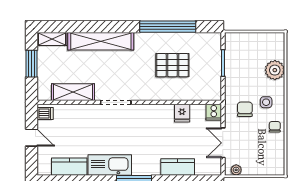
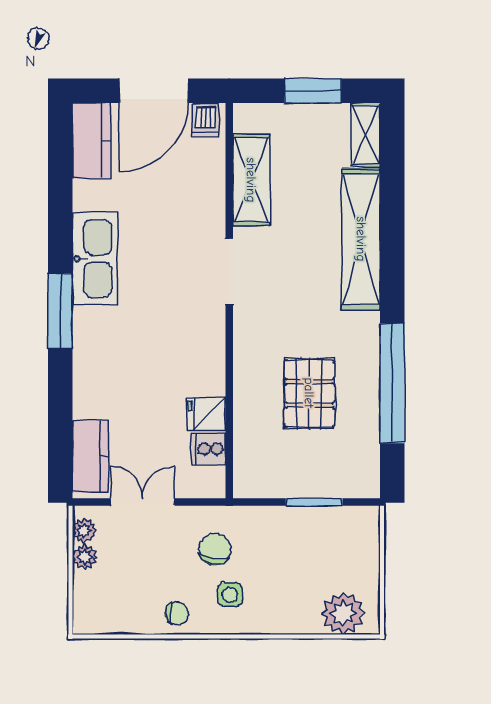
plant: (275, 70) -> (343, 613), moved
chair: (245, 109) -> (215, 549), turned -81
cooker: (214, 112) -> (209, 449), moved
door: (32, 138) -> (154, 91), width x1.88
kitchen counter: (69, 167) -> (91, 141), moved
kitchen counter: (178, 167) -> (90, 456), moved
plant: (249, 170) -> (85, 557), added

